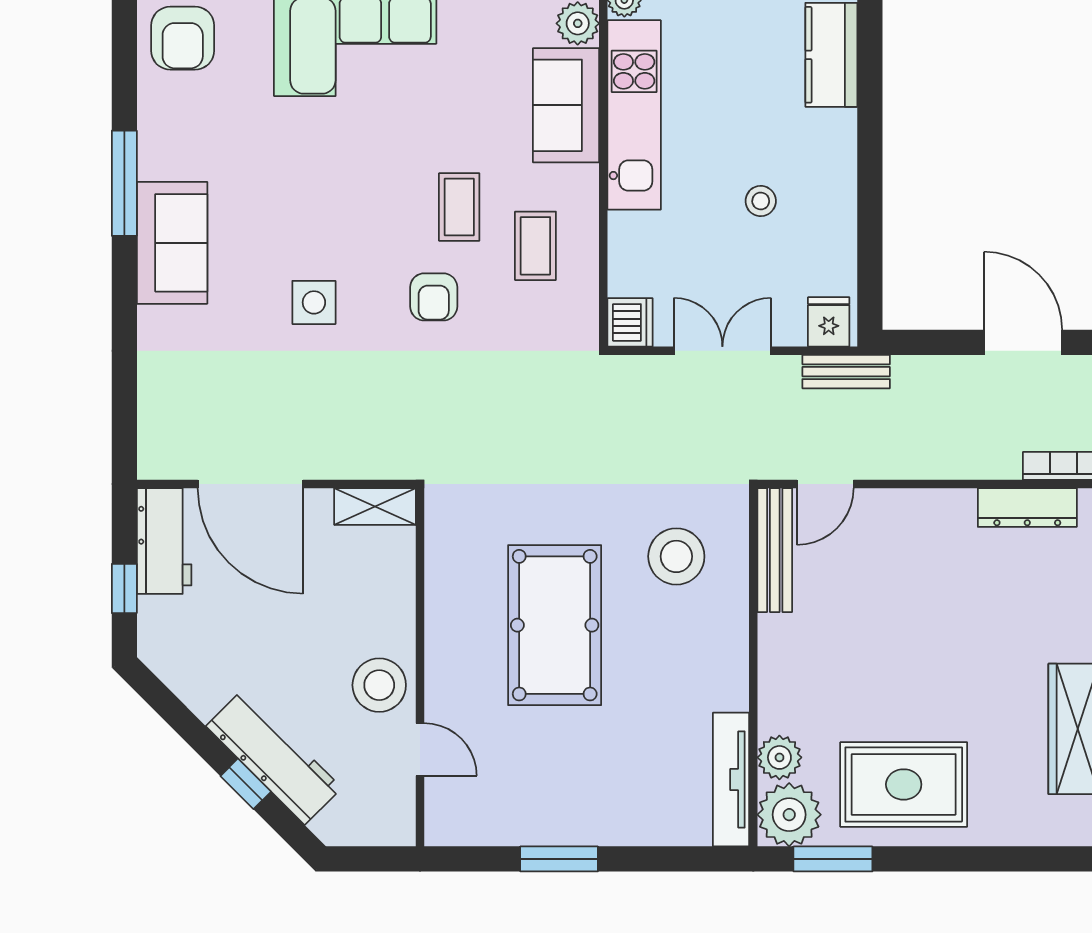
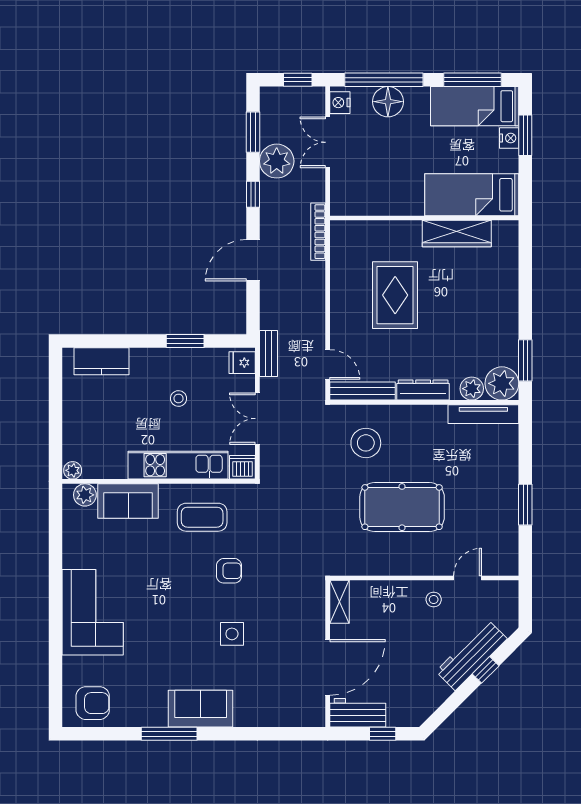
kitchen unit: (634, 115) -> (178, 465), moved
coffee table: (459, 207) -> (182, 557), removed
window: (870, 214) -> (185, 341), added
coffee table: (535, 246) -> (202, 517), width x1.36, depth x1.30
dresser: (1027, 508) -> (423, 390), moved, turned -90
stool: (379, 685) -> (434, 599), width x0.53, depth x0.53
rug: (904, 784) -> (395, 295), moved

